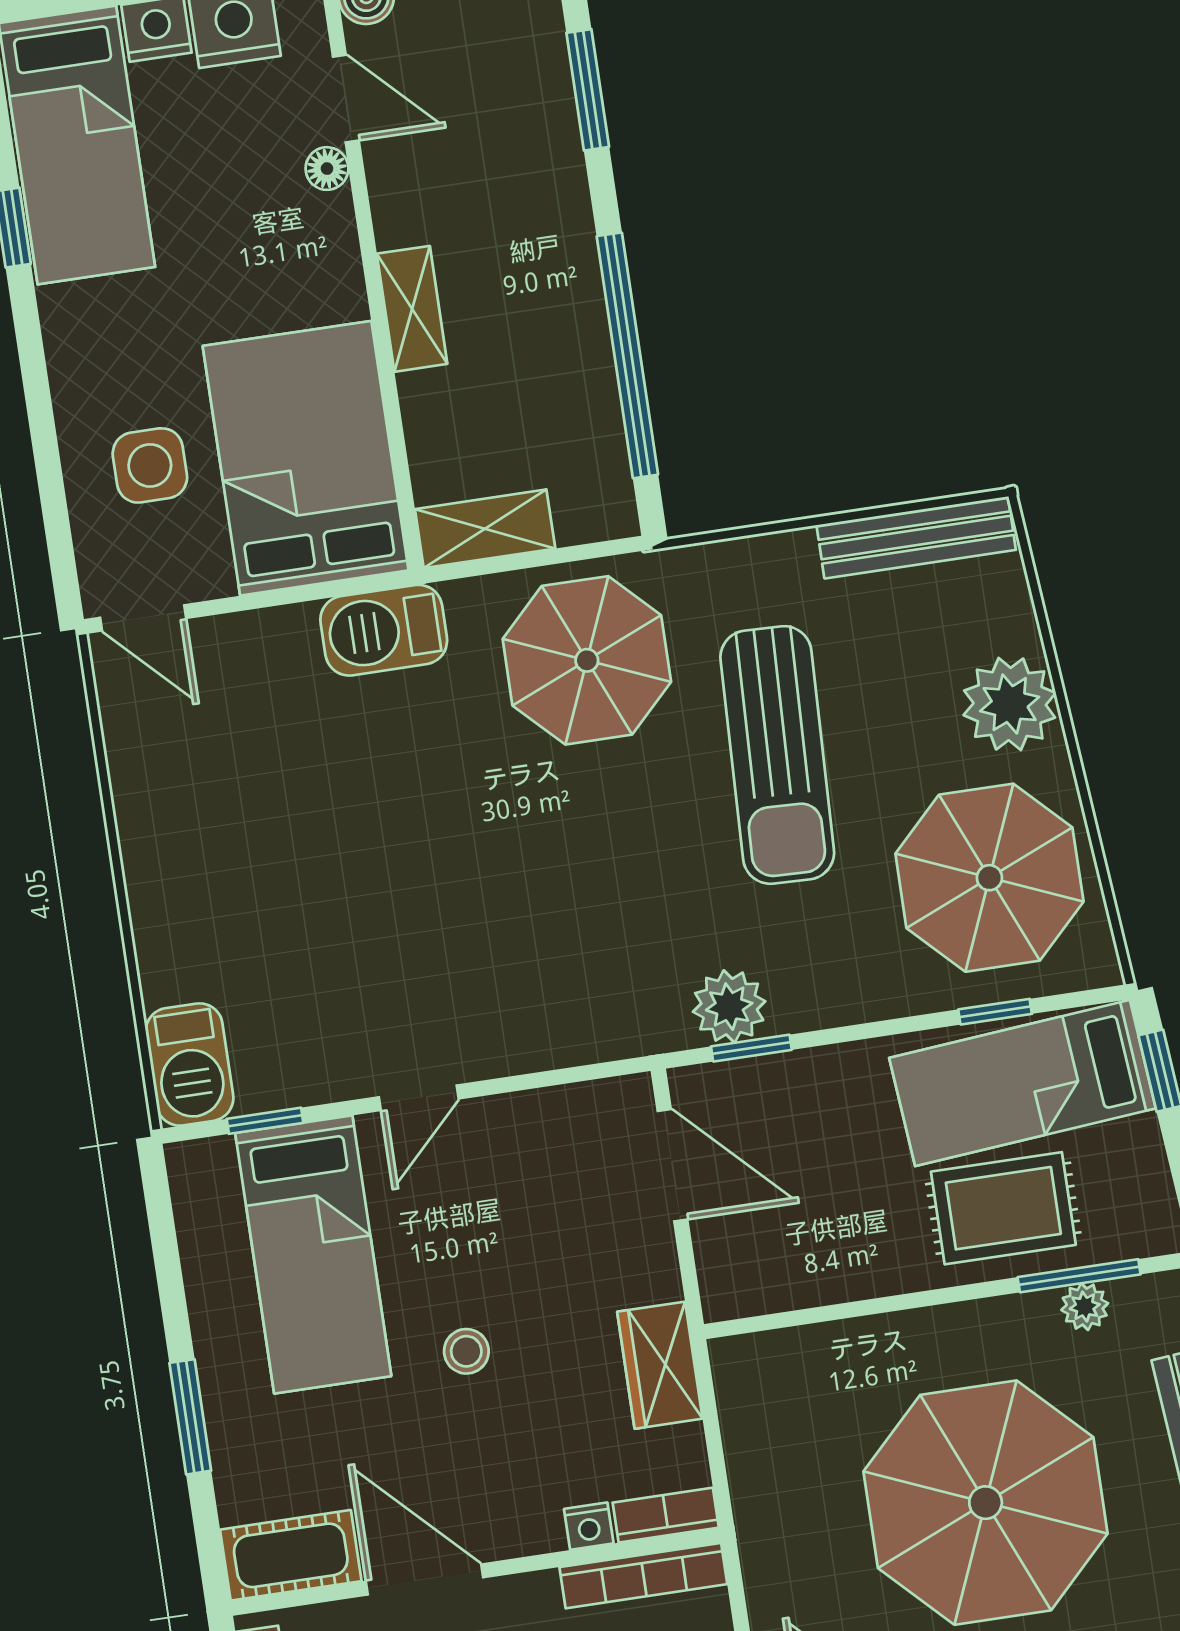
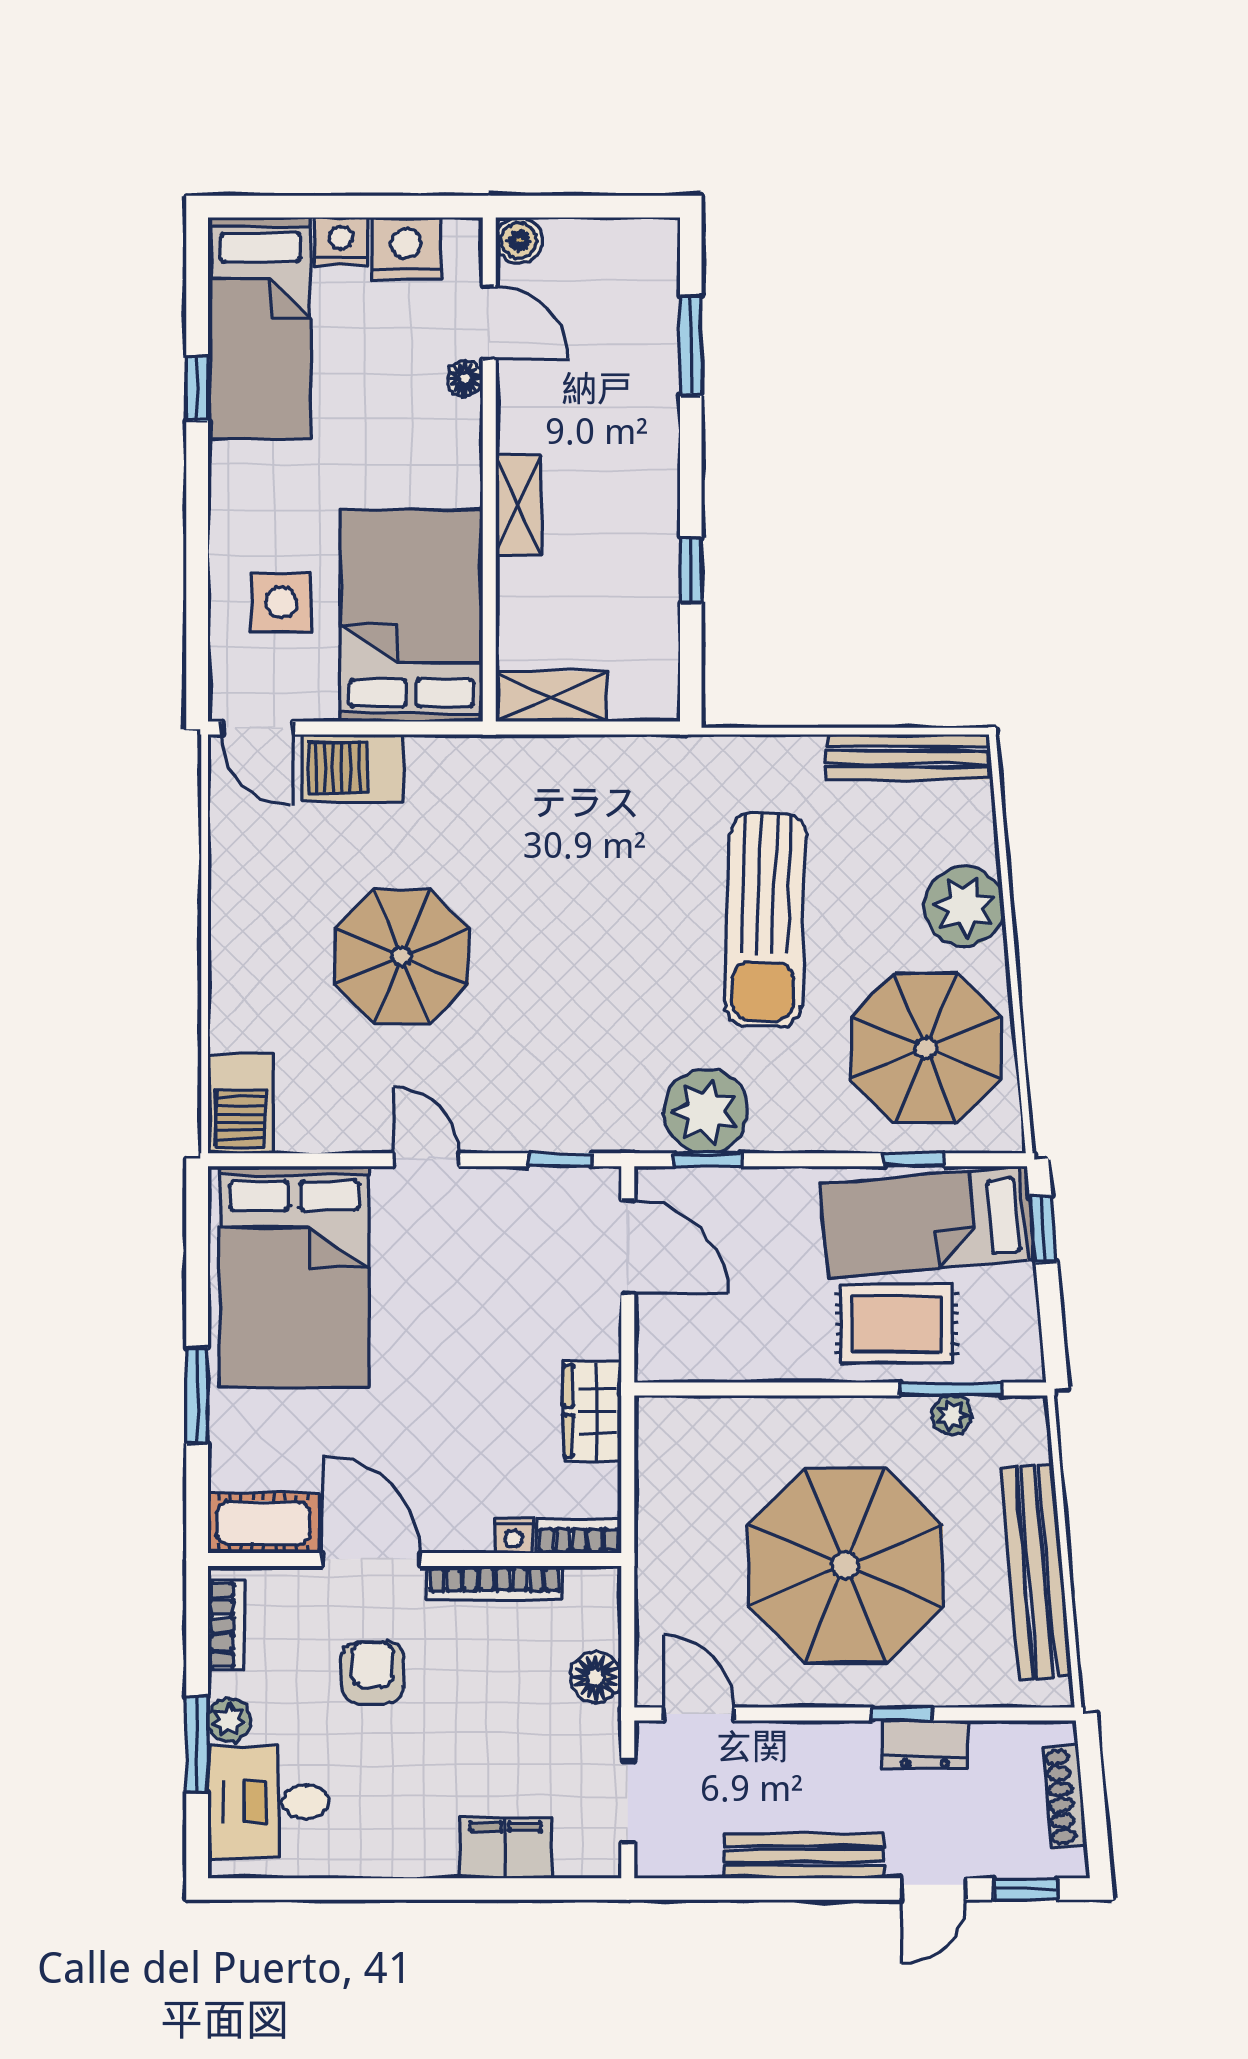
window: (627, 355) -> (691, 570), width x0.32
barbecue: (384, 630) -> (353, 768), moved
parasol: (587, 660) -> (402, 957), moved
plant: (729, 1007) -> (706, 1111), width x1.36, depth x1.36
door: (419, 1098) -> (426, 1160), swing flipped
window: (265, 1121) -> (560, 1160), moved
bed: (313, 1255) -> (294, 1276), width x1.50
stool: (466, 1351) -> (434, 1376), removed
bookcase: (643, 1576) -> (495, 1583), moved

